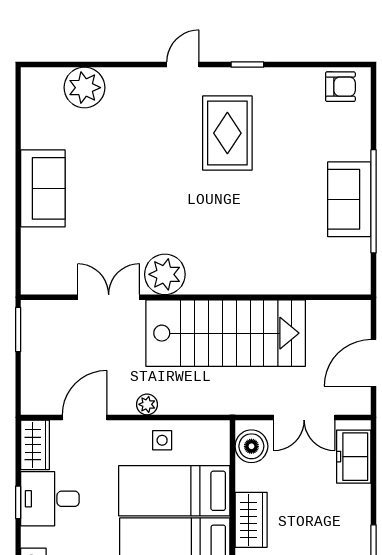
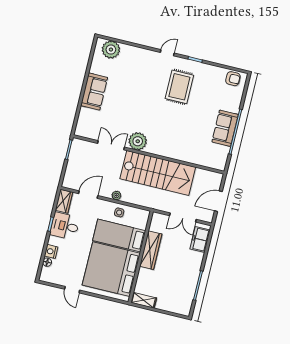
plant: (84, 88) -> (111, 50), moved
boiler: (251, 446) -> (157, 224), removed
wardrobe: (251, 520) -> (151, 250), width x1.50

